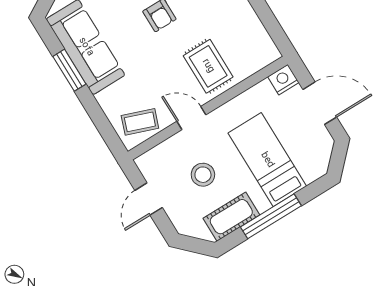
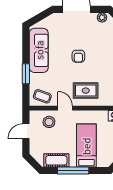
rug: (208, 66) -> (86, 91), turned 90
window: (69, 70) -> (26, 74), moved
stool: (203, 175) -> (49, 122), moved

